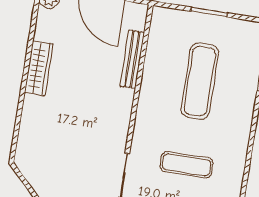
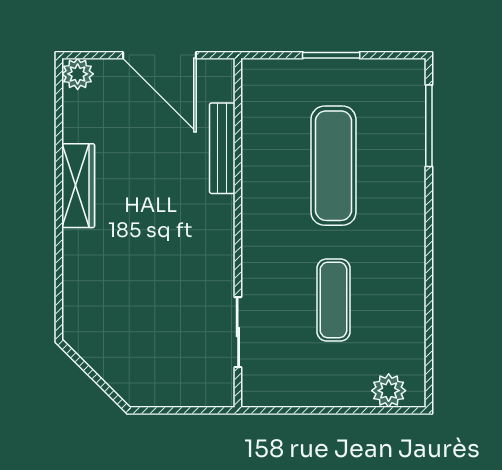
exercise mat: (186, 165) -> (333, 300), turned 90

